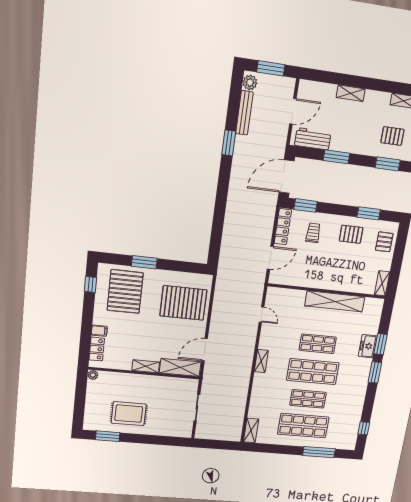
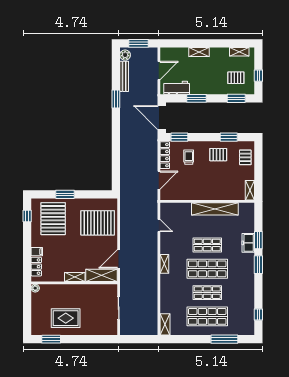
door: (287, 177) -> (162, 118), hinge flipped

